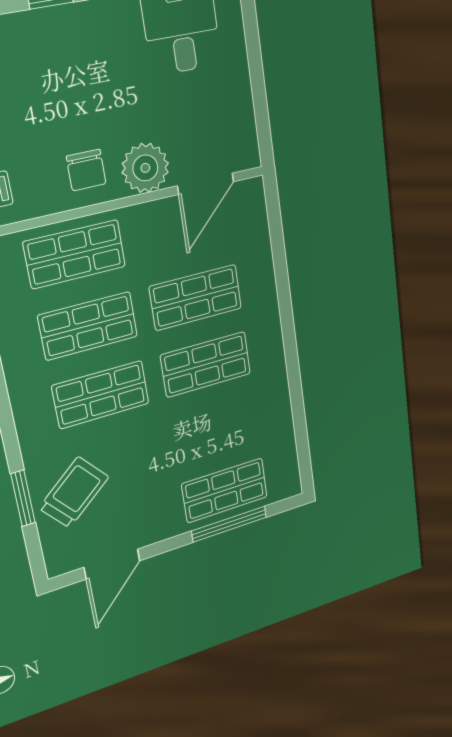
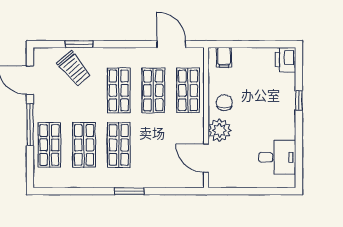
chair: (86, 170) -> (224, 103), turned 90
shop shelf: (196, 297) -> (84, 145), moved
window: (287, 321) -> (129, 191), added
window: (229, 524) -> (30, 125), moved

